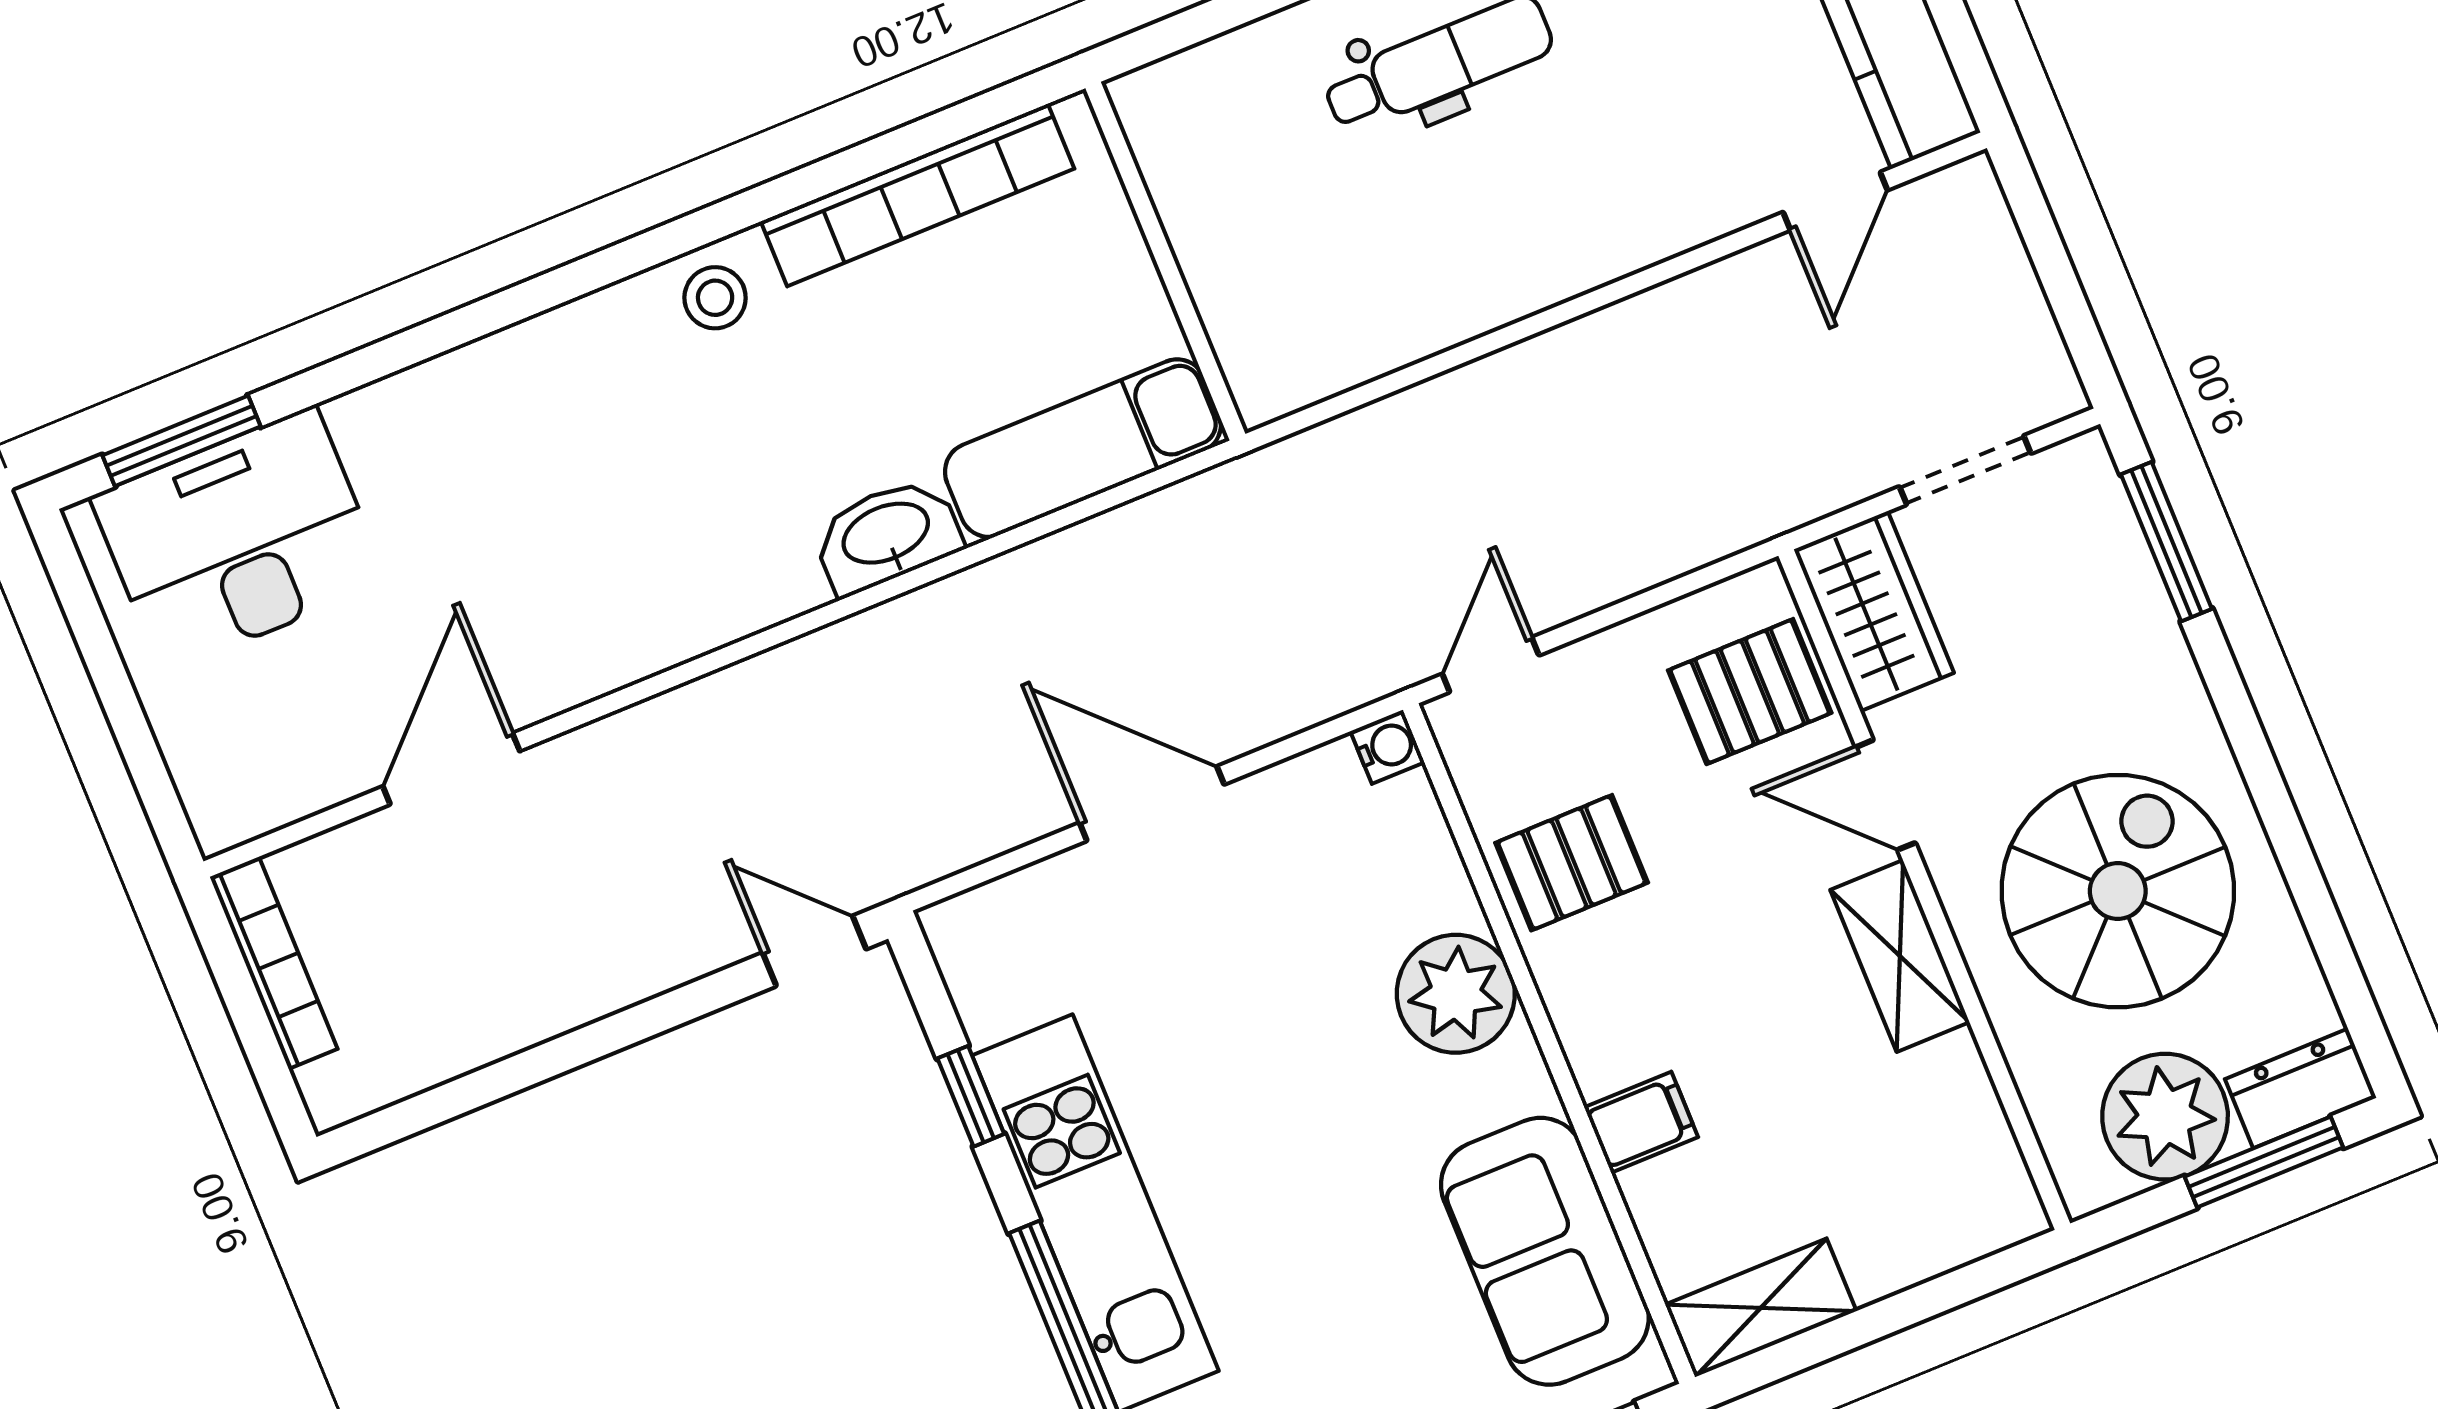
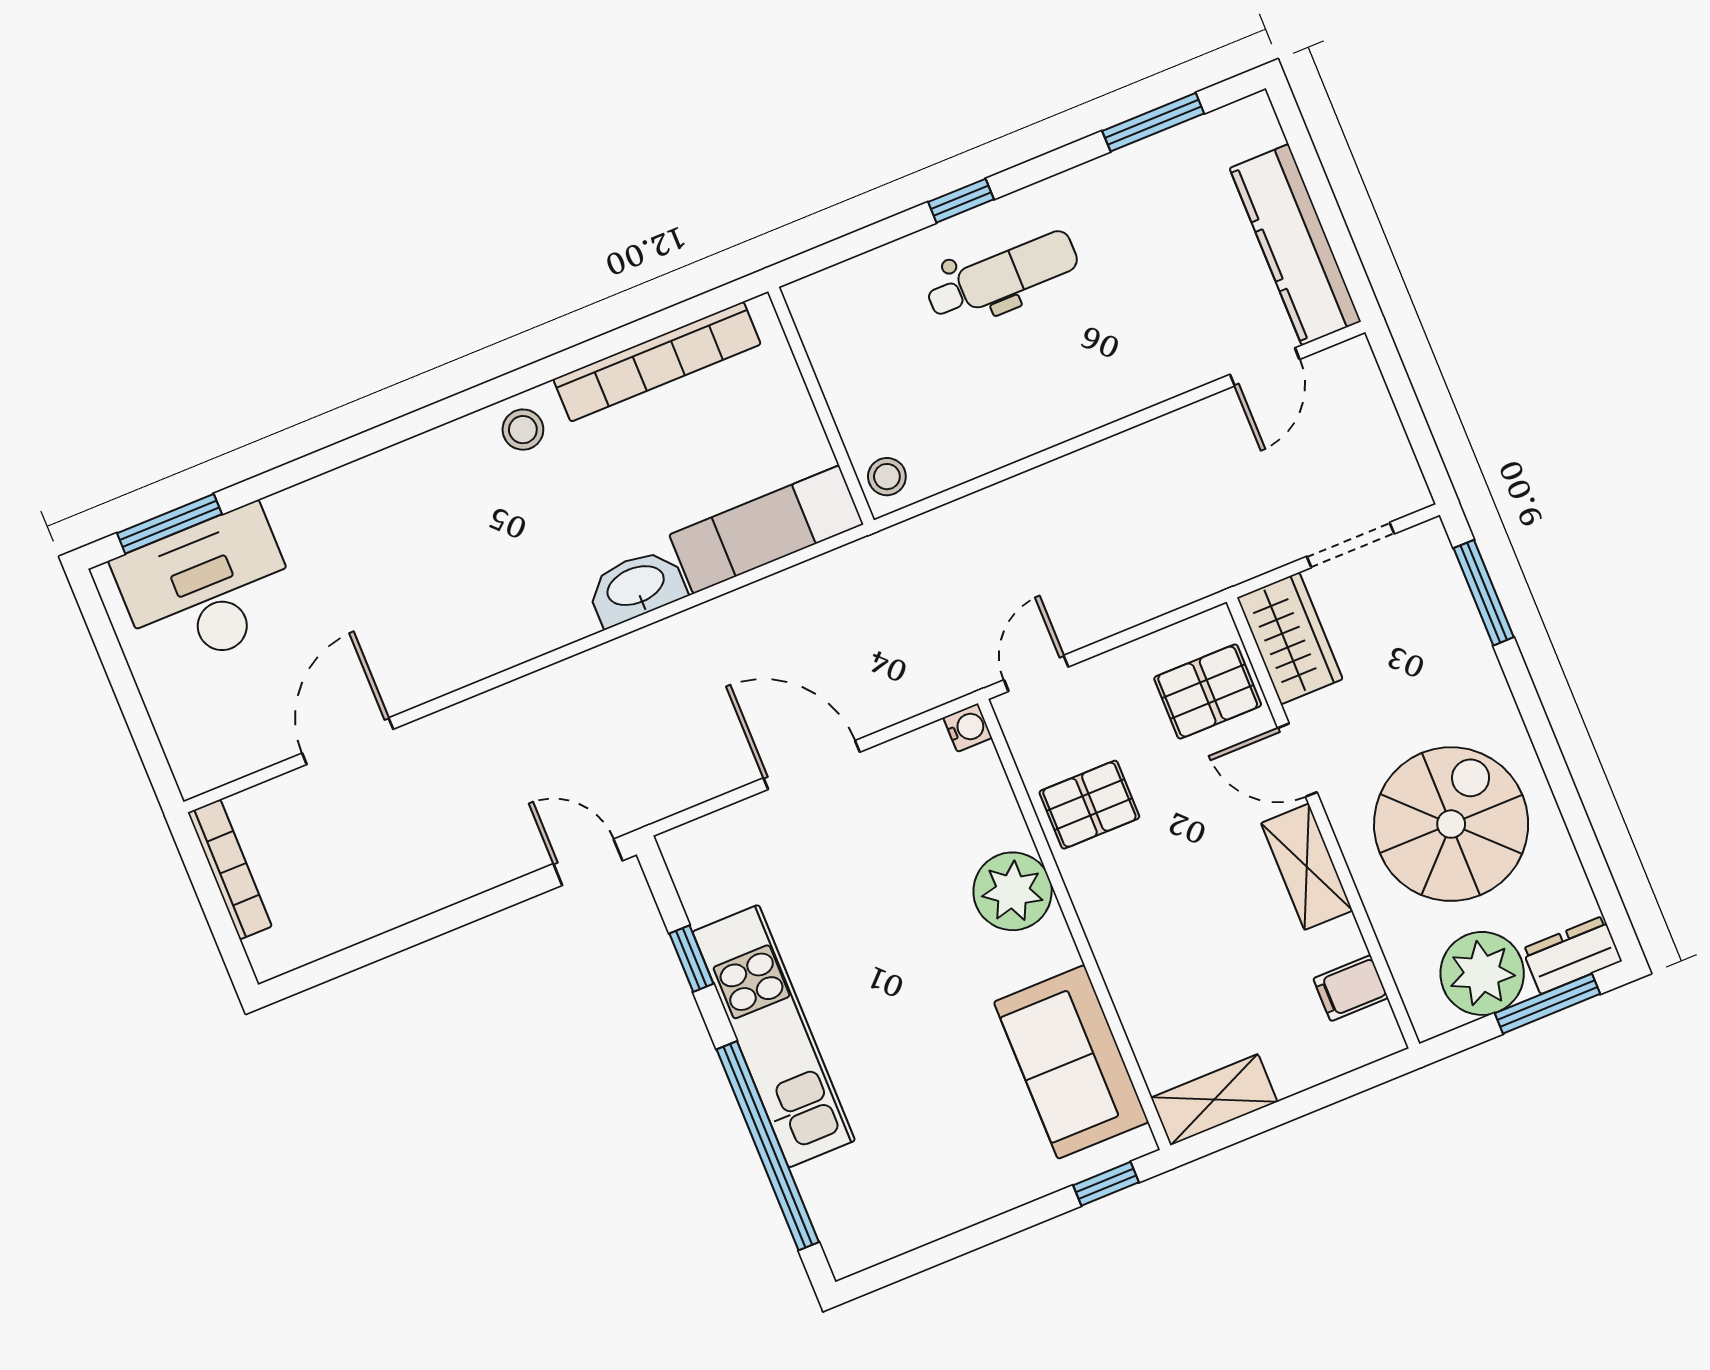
stool: (1265, 368) -> (887, 477), added
filing cabinet: (1641, 1122) -> (1351, 988), moved, turned 180

